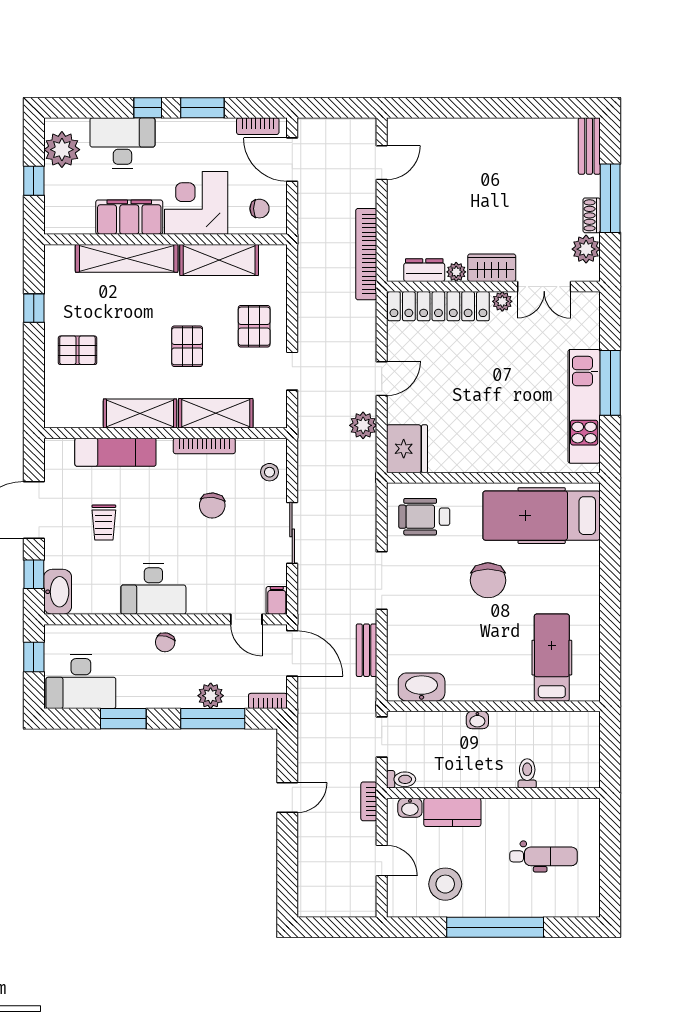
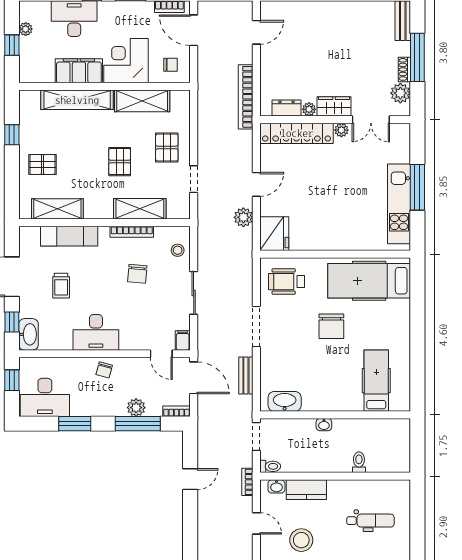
plant: (62, 150) -> (26, 29), width x0.53, depth x0.53
shelving: (140, 413) -> (57, 209), moved

